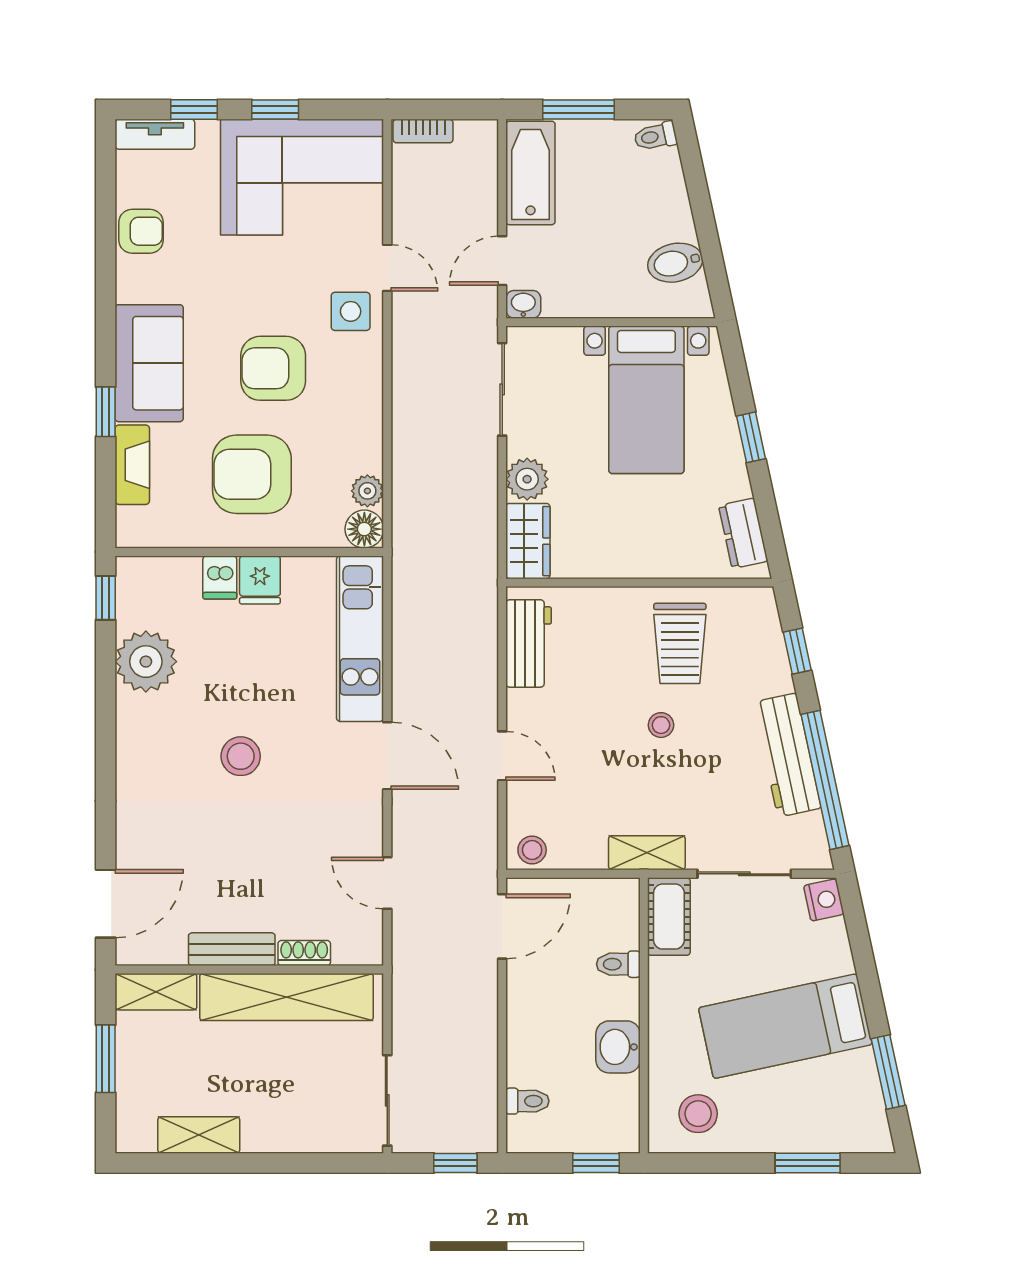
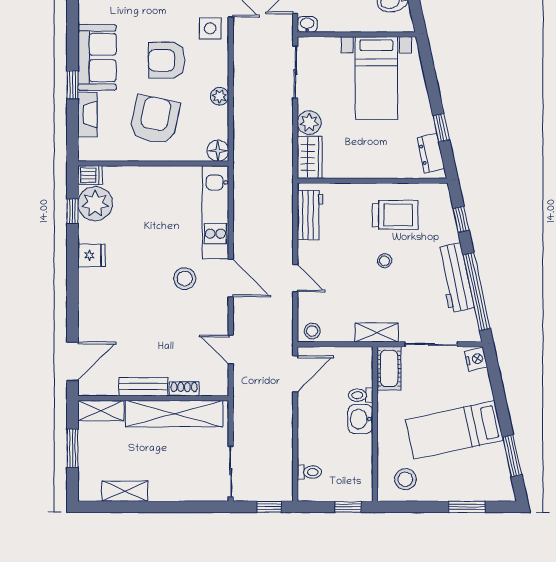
window: (751, 437) -> (441, 128), moved
armchair: (252, 474) -> (155, 120), turned 102
plant: (367, 491) -> (220, 96), moved
dishwasher: (220, 577) -> (90, 175), moved, turned -90
fridge: (260, 580) -> (91, 255), moved, turned -90
window: (106, 598) -> (73, 211), moved
trolley: (680, 643) -> (395, 215), turned -90
plant: (146, 662) -> (95, 204), moved
stool: (241, 756) -> (185, 278), moved
washbasin: (618, 1047) -> (360, 419), moved

